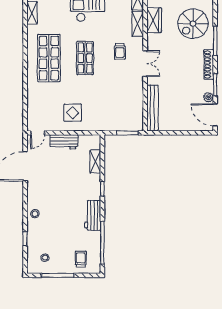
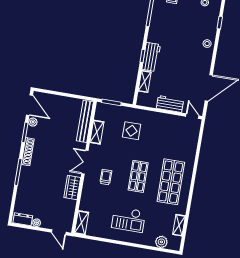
wardrobe: (154, 20) -> (72, 188), moved
shelving: (138, 24) -> (97, 132), moved
spiral stairs: (193, 24) -> (36, 191), removed
display table: (73, 113) -> (132, 131), moved
door: (38, 133) -> (192, 116), hinge flipped
workbench: (93, 215) -> (151, 57), moved

